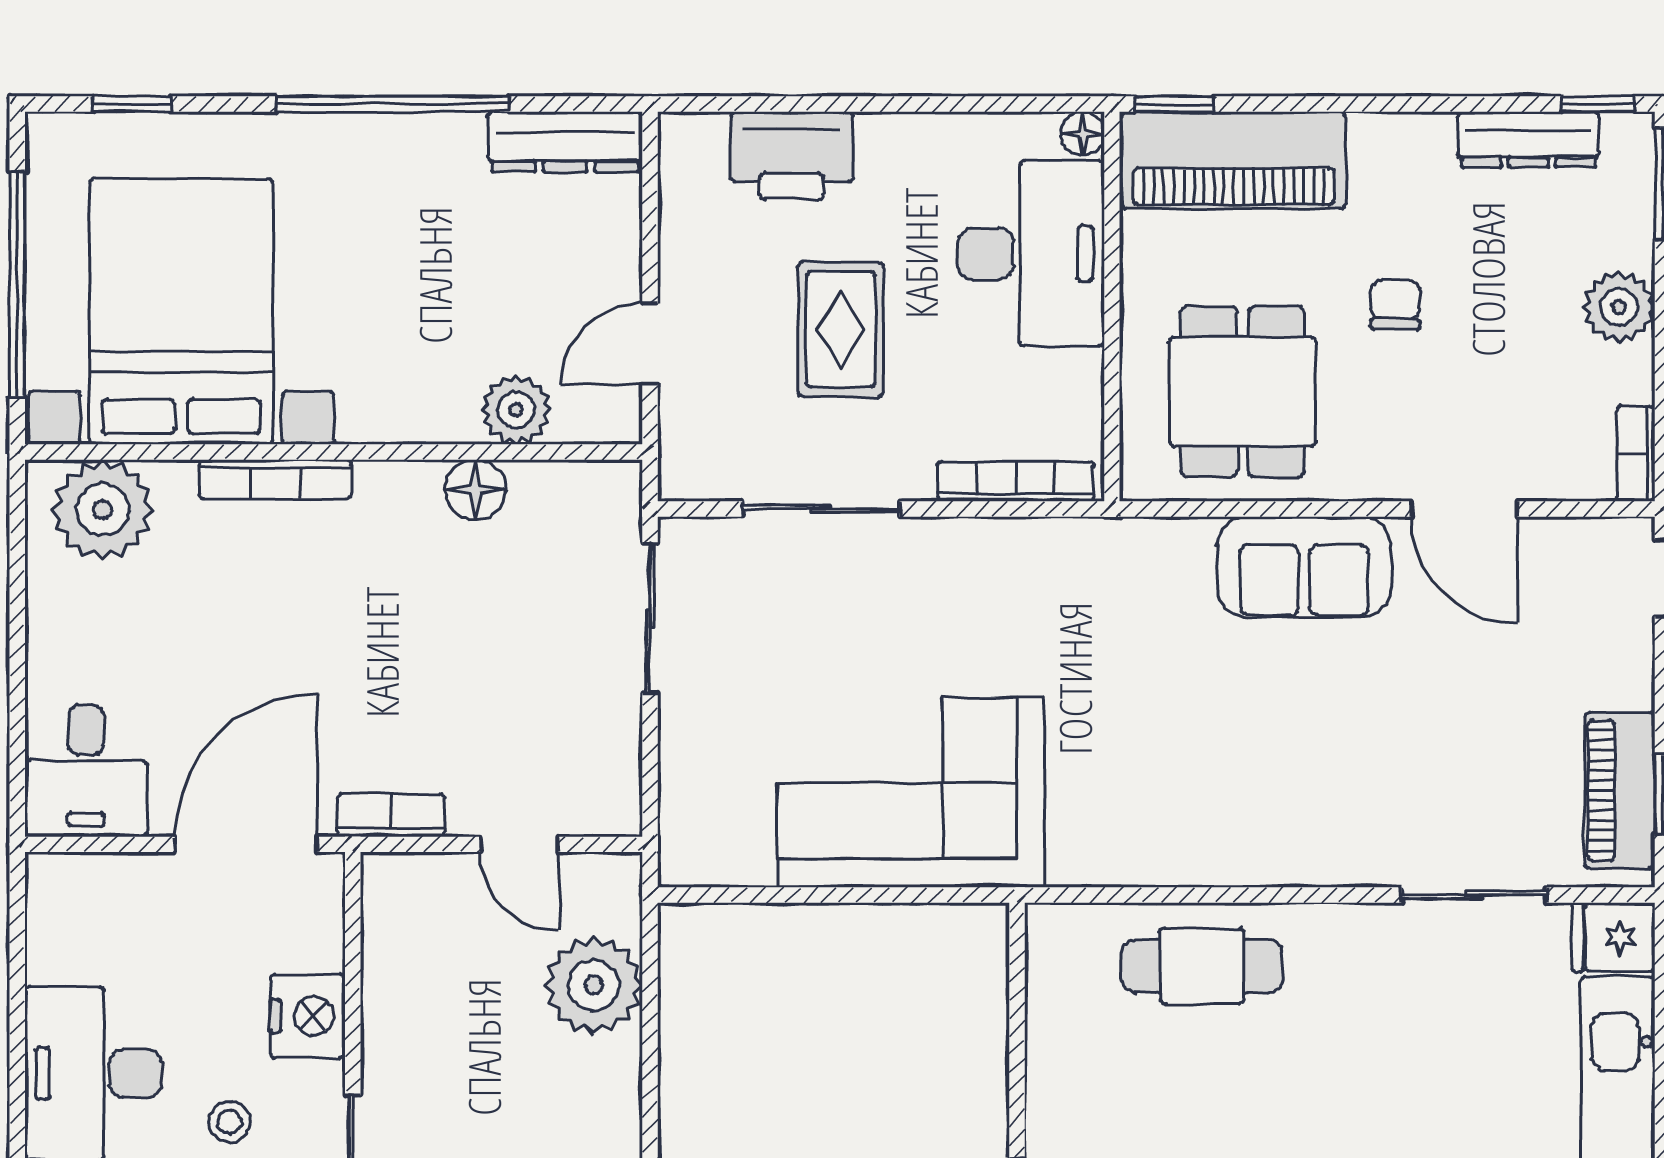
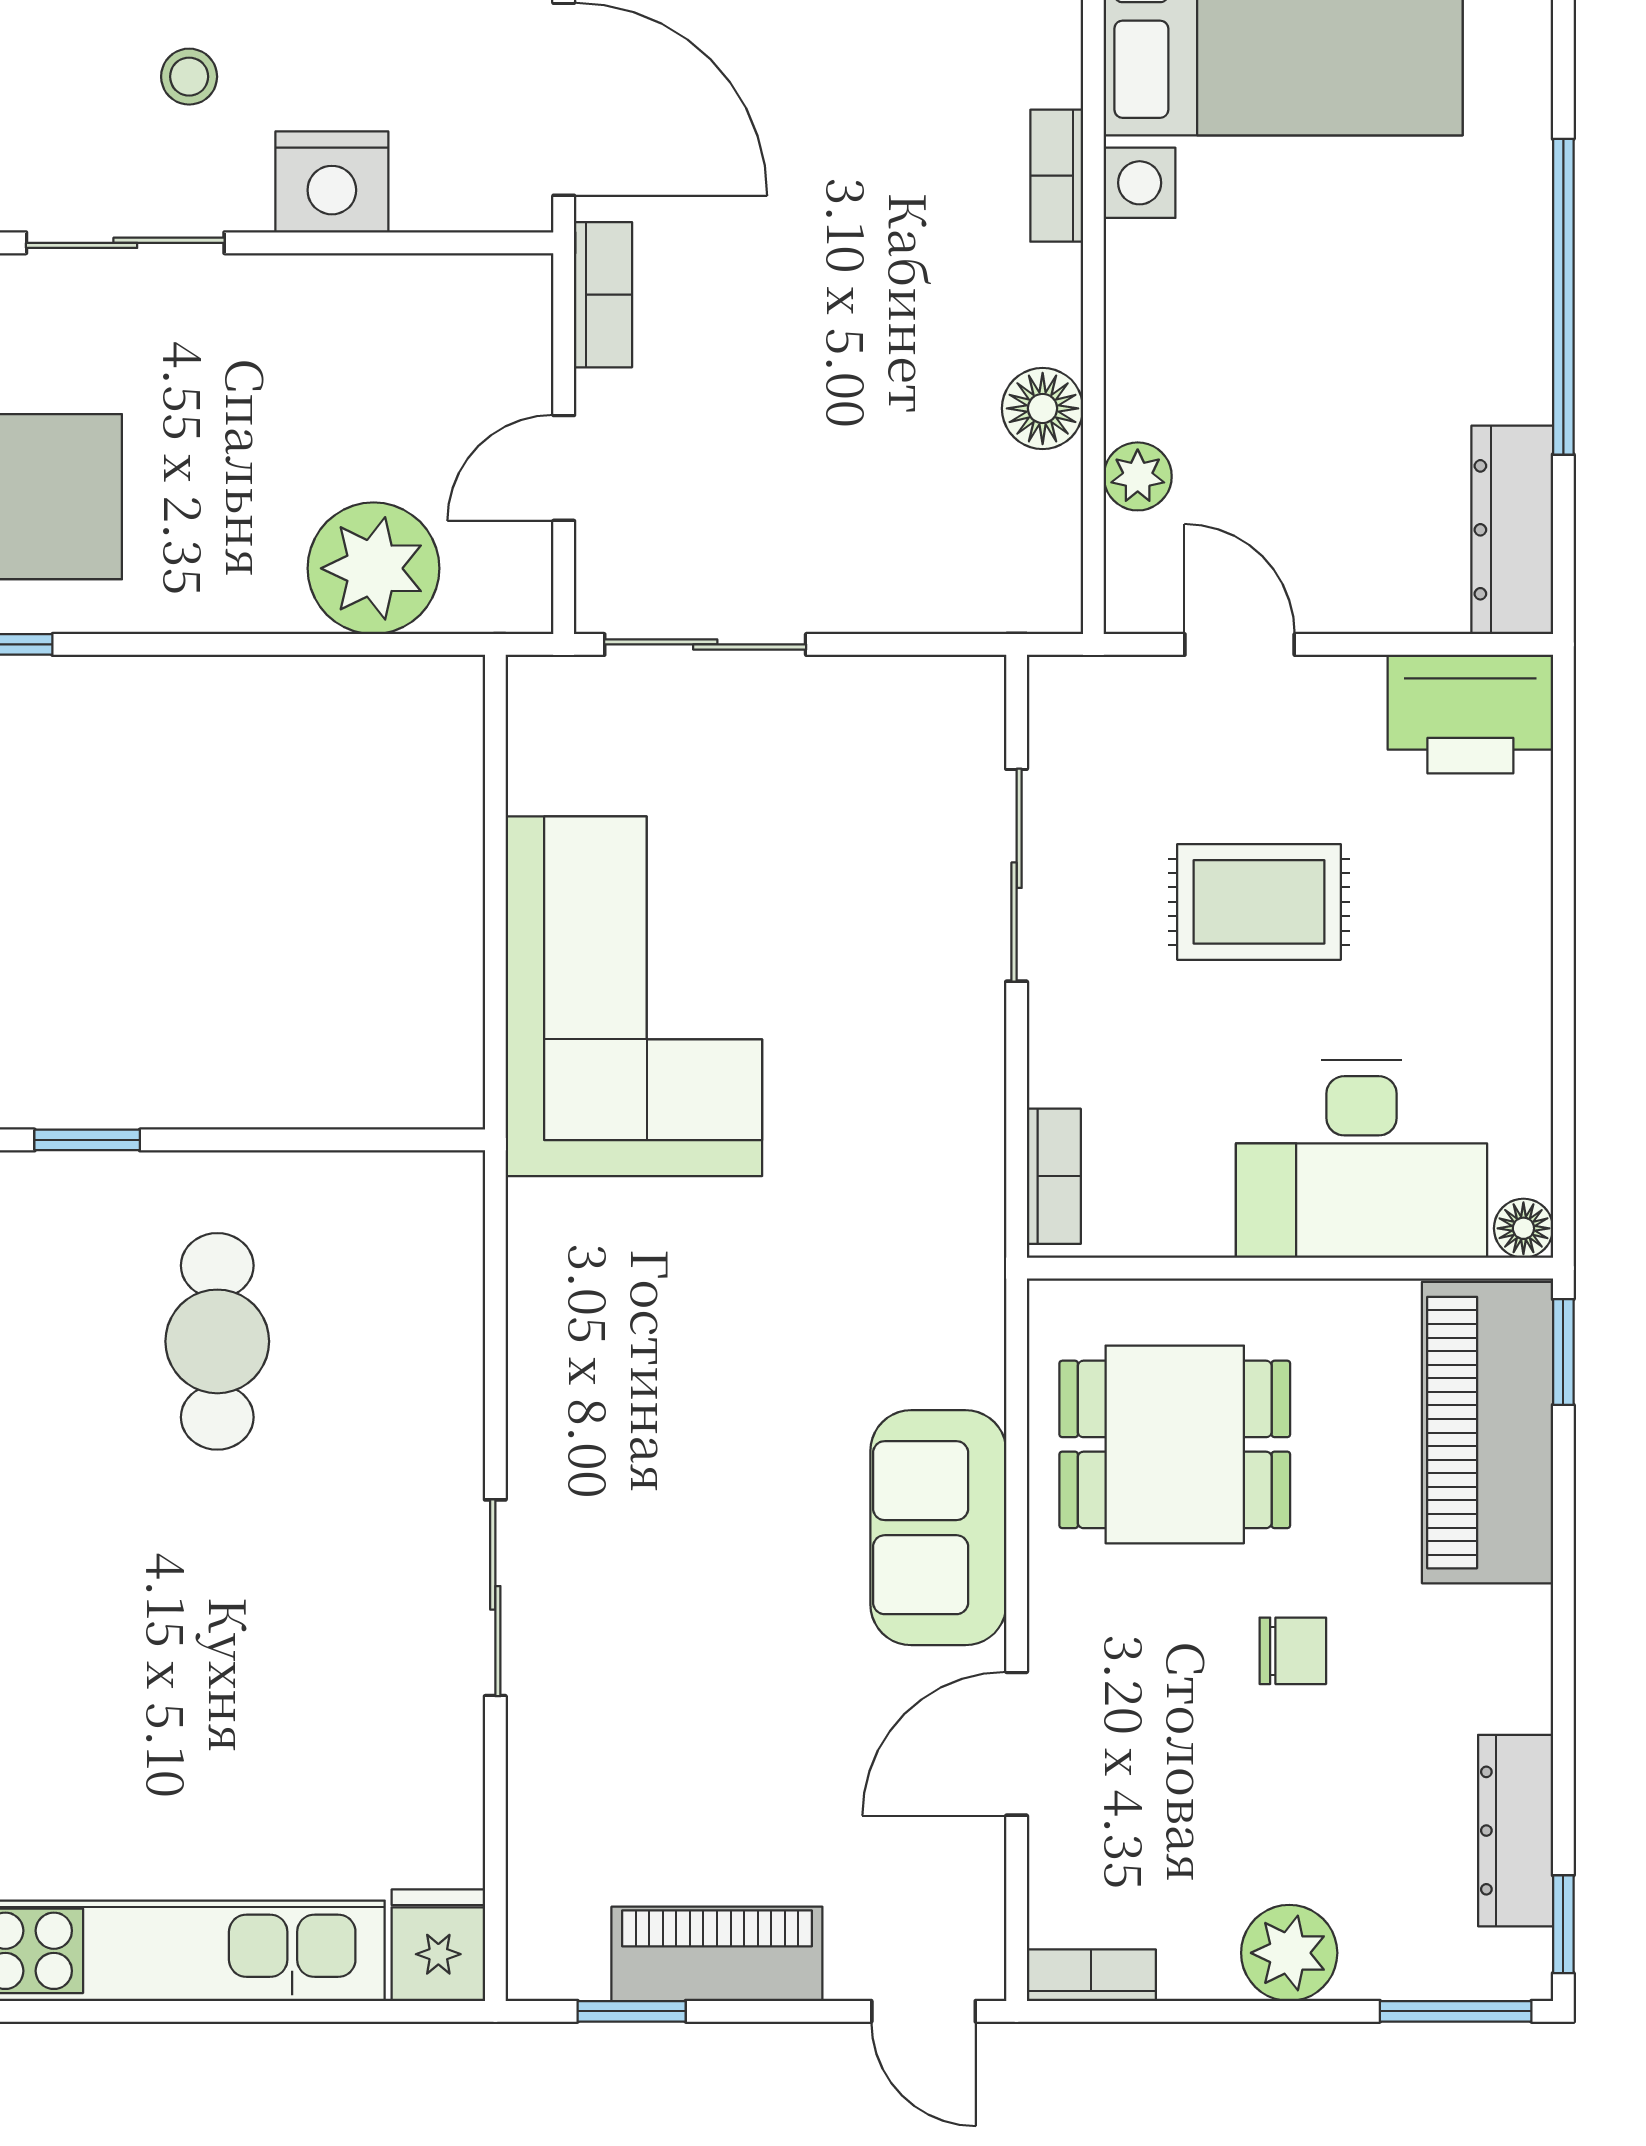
printer: (792, 156) -> (1470, 714), moved, turned -90
plant: (516, 410) -> (1138, 476), width x0.73, depth x0.73
bookcase: (275, 479) -> (1057, 176), width x0.64
bookcase: (1016, 481) -> (1054, 1176), width x0.64
sliding door: (650, 619) -> (705, 644), moved
piano: (1620, 791) -> (717, 1954), moved
sliding door: (1474, 895) -> (495, 1598), moved
cafe table: (1202, 966) -> (217, 1341), moved

